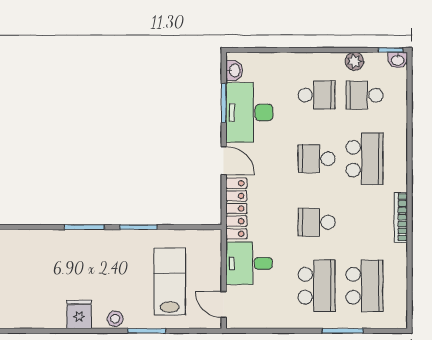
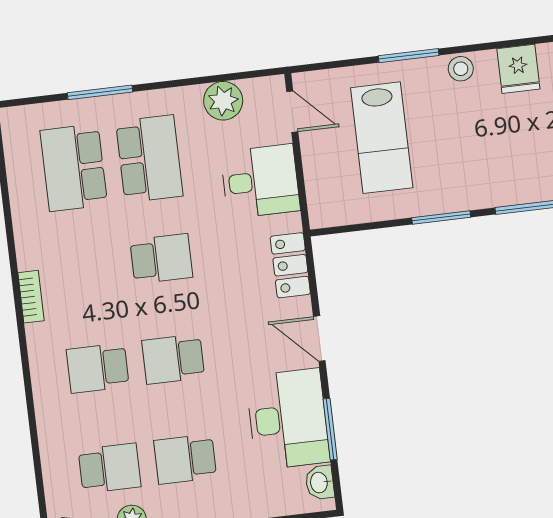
school desk: (317, 159) -> (173, 359), turned 180
school desk: (365, 159) -> (98, 368), width x0.54
locker: (236, 209) -> (290, 265), width x0.66
bookcase: (401, 217) -> (31, 297), width x0.64
school desk: (317, 286) -> (149, 159), turned 180
plant: (266, 316) -> (223, 101), added

